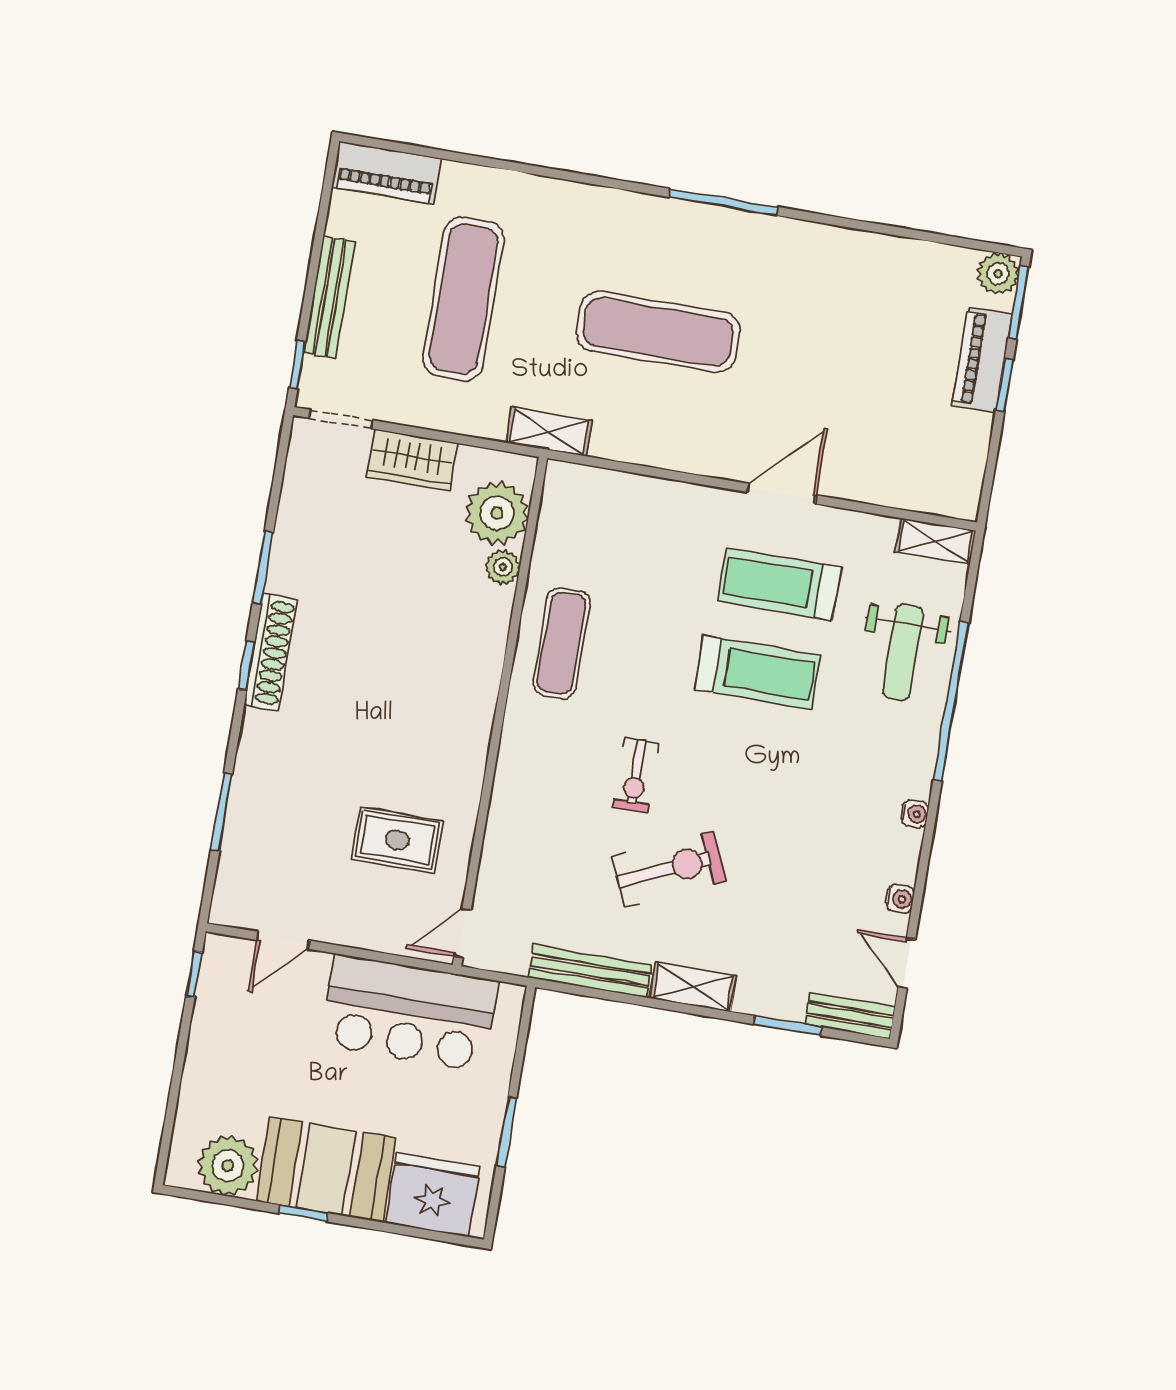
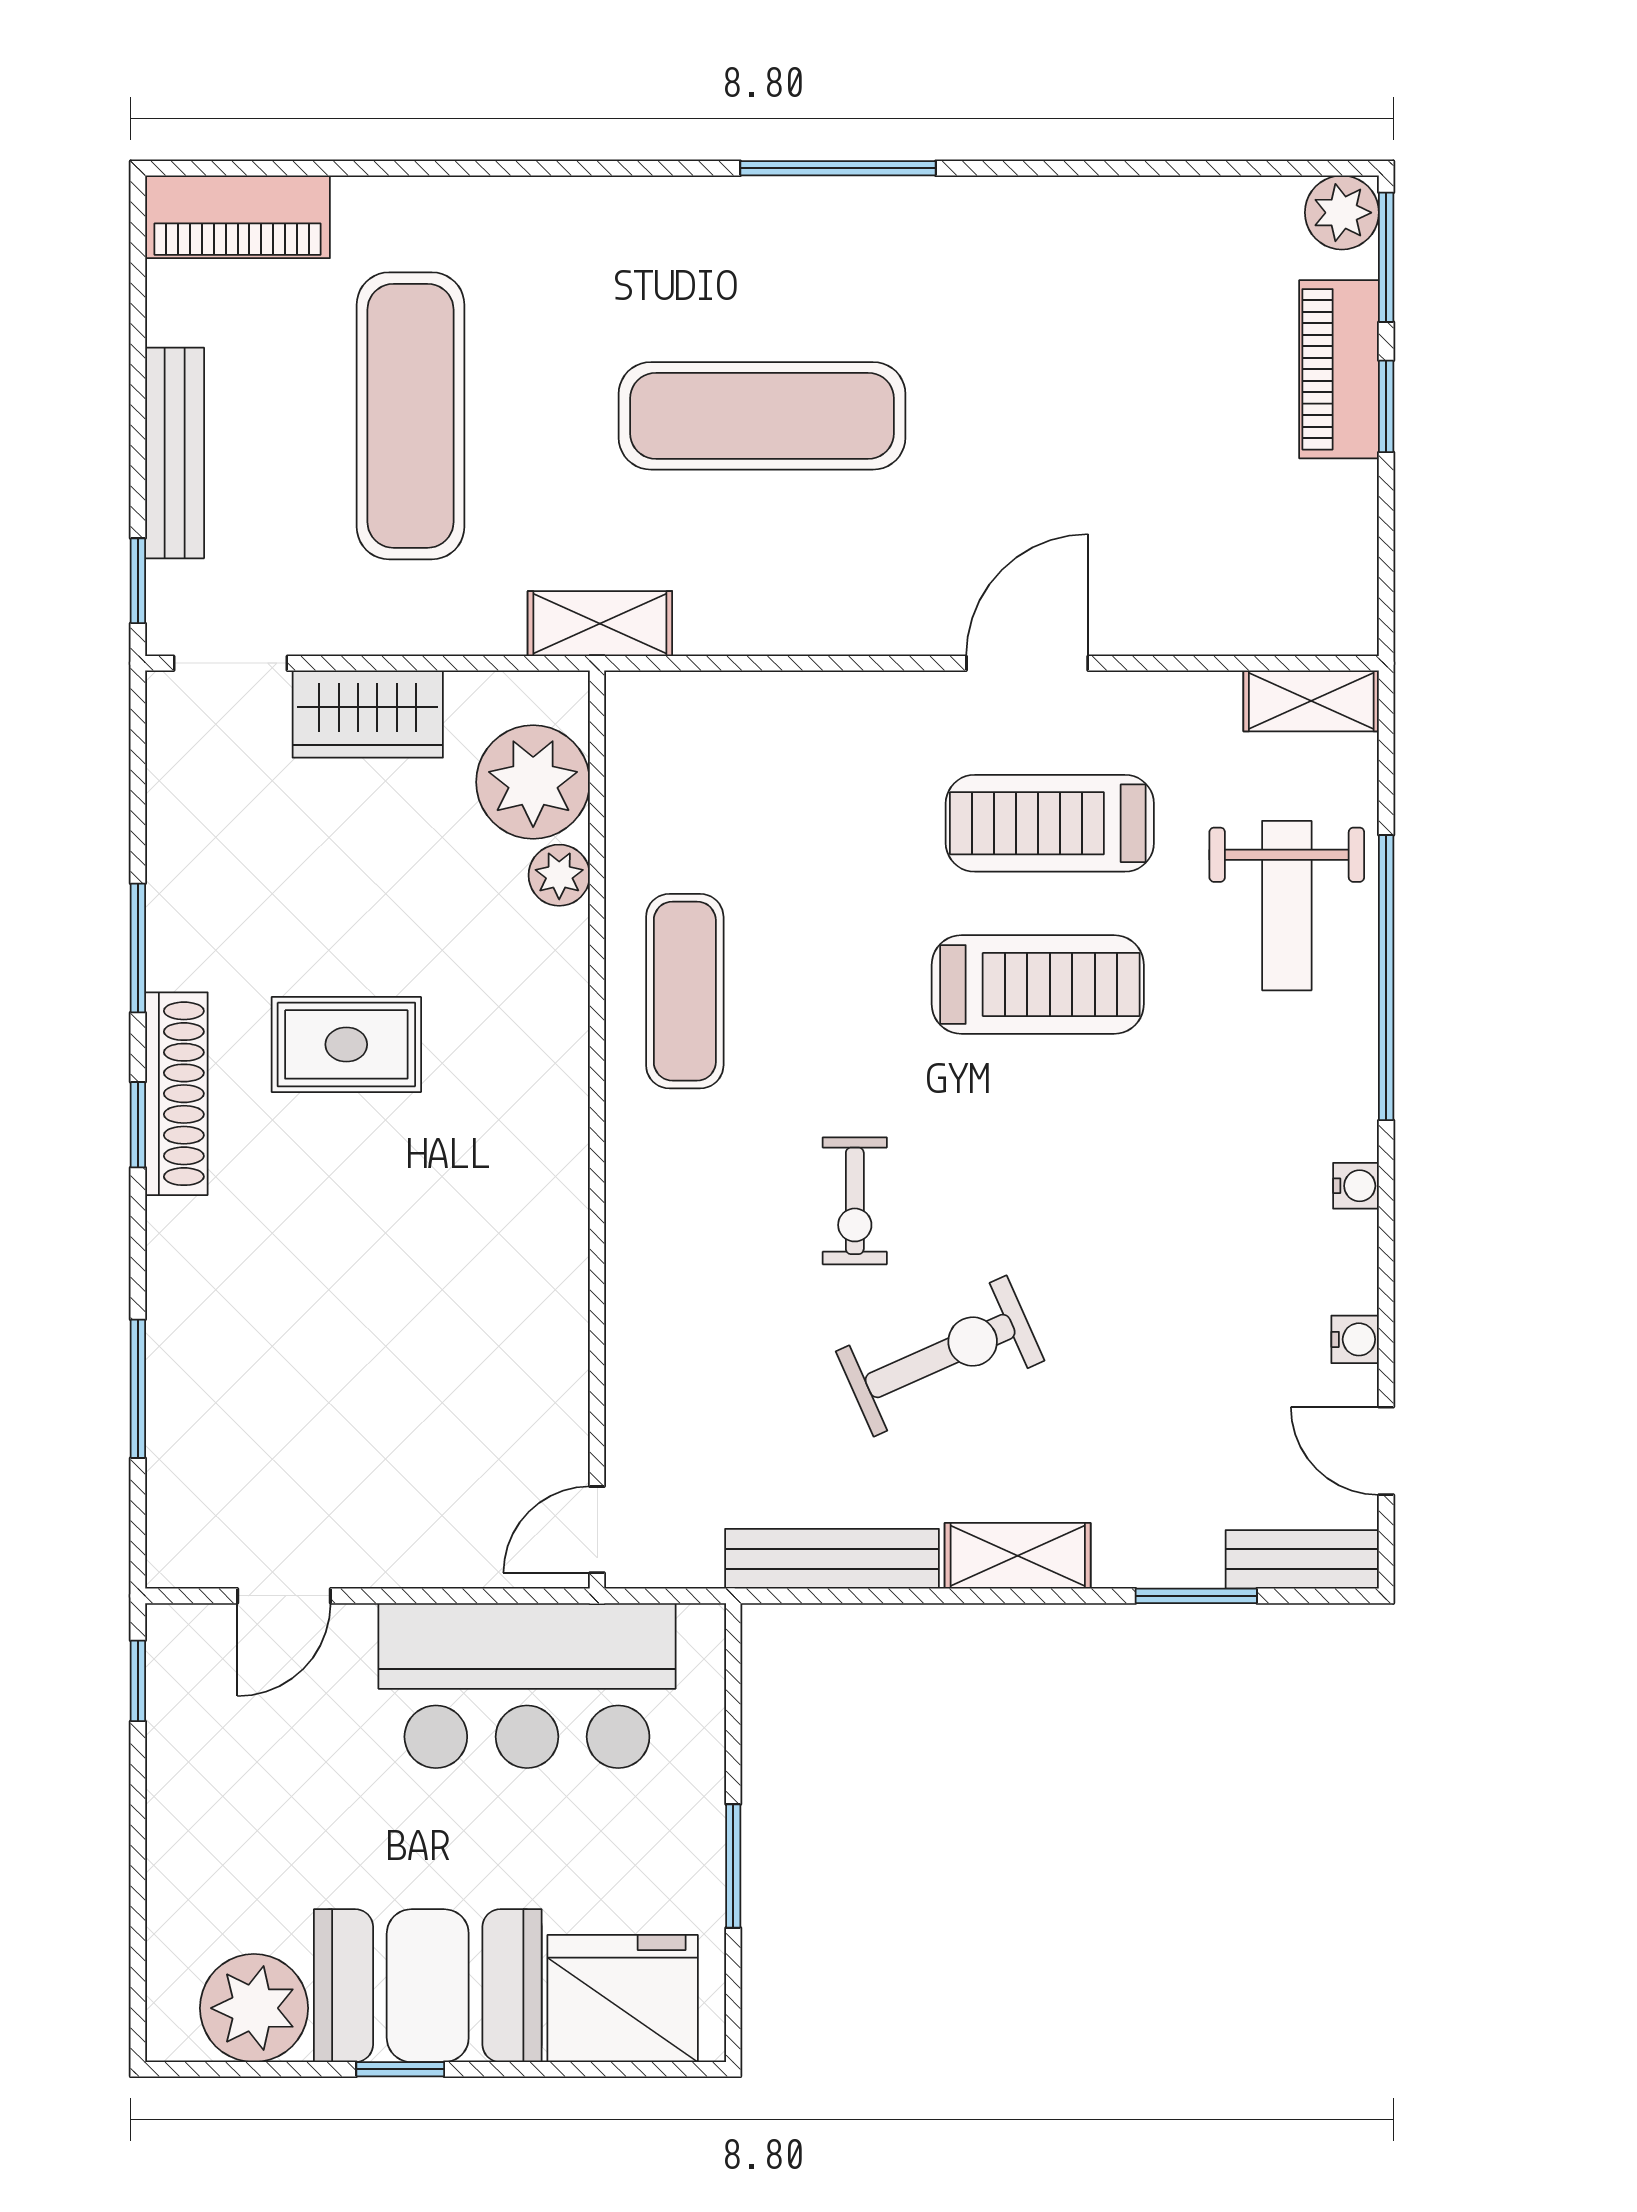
rug: (397, 840) -> (346, 1044), moved

